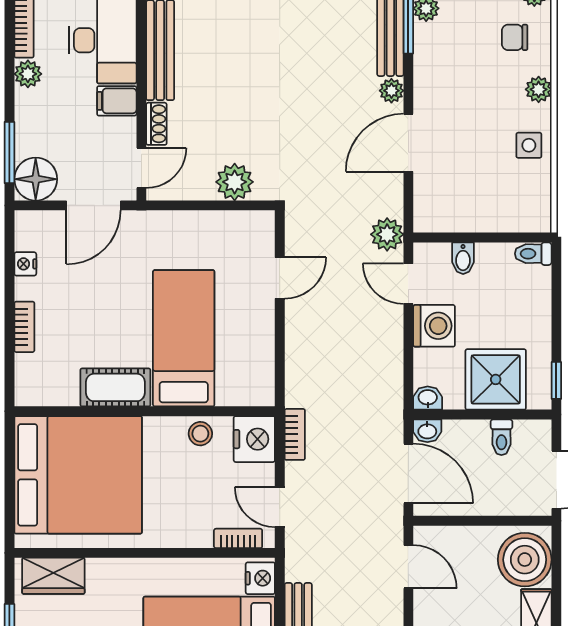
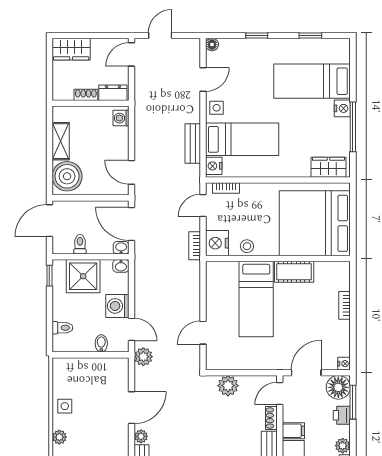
printer: (29, 129) -> (342, 415), added
toilet: (533, 254) -> (62, 328), moved
nightstand: (25, 264) -> (344, 364), moved
door: (280, 507) -> (203, 205), swing flipped

